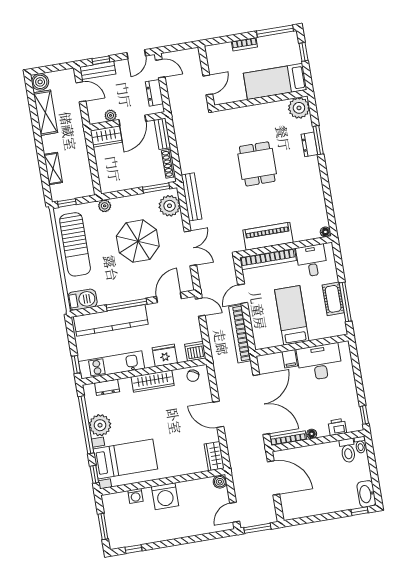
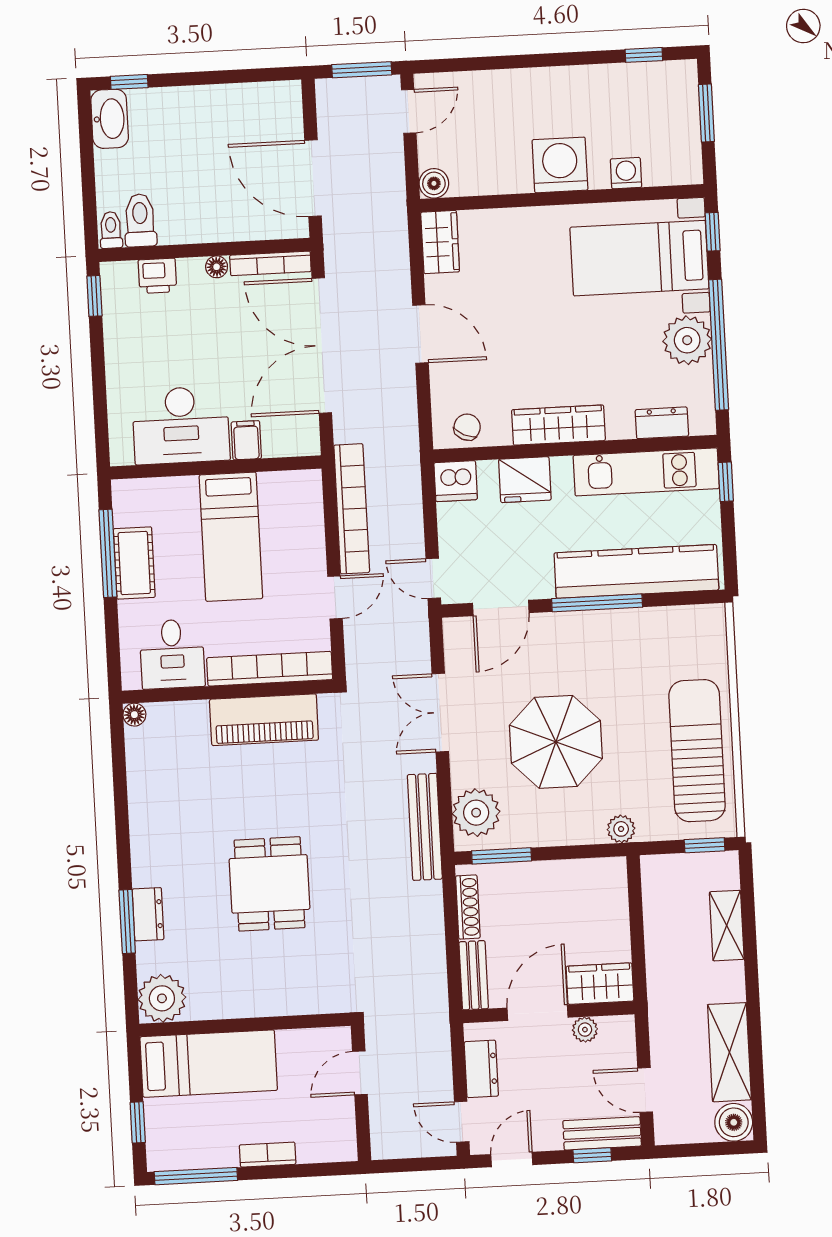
barbecue: (82, 300) -> (695, 625), removed

